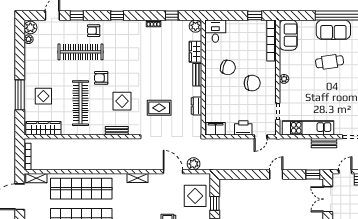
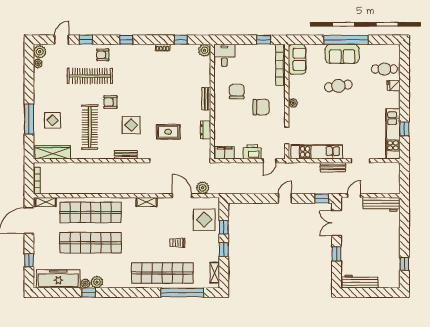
wardrobe: (195, 52) -> (205, 76), removed
chair: (228, 67) -> (237, 92), turned -107

